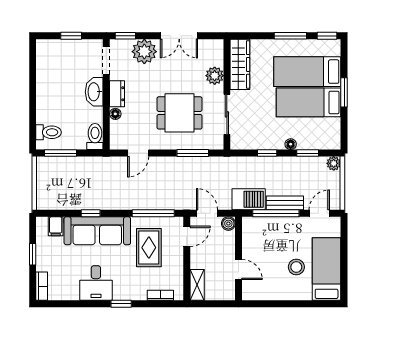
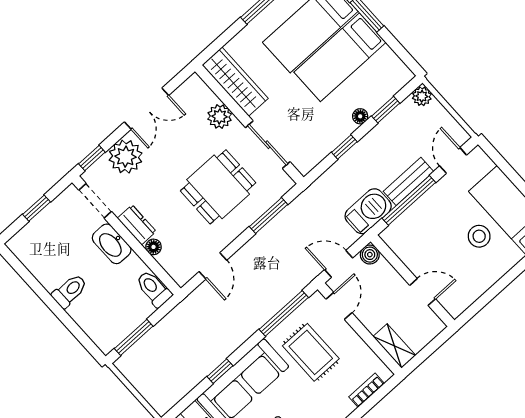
toilet: (49, 132) -> (70, 291), moved

